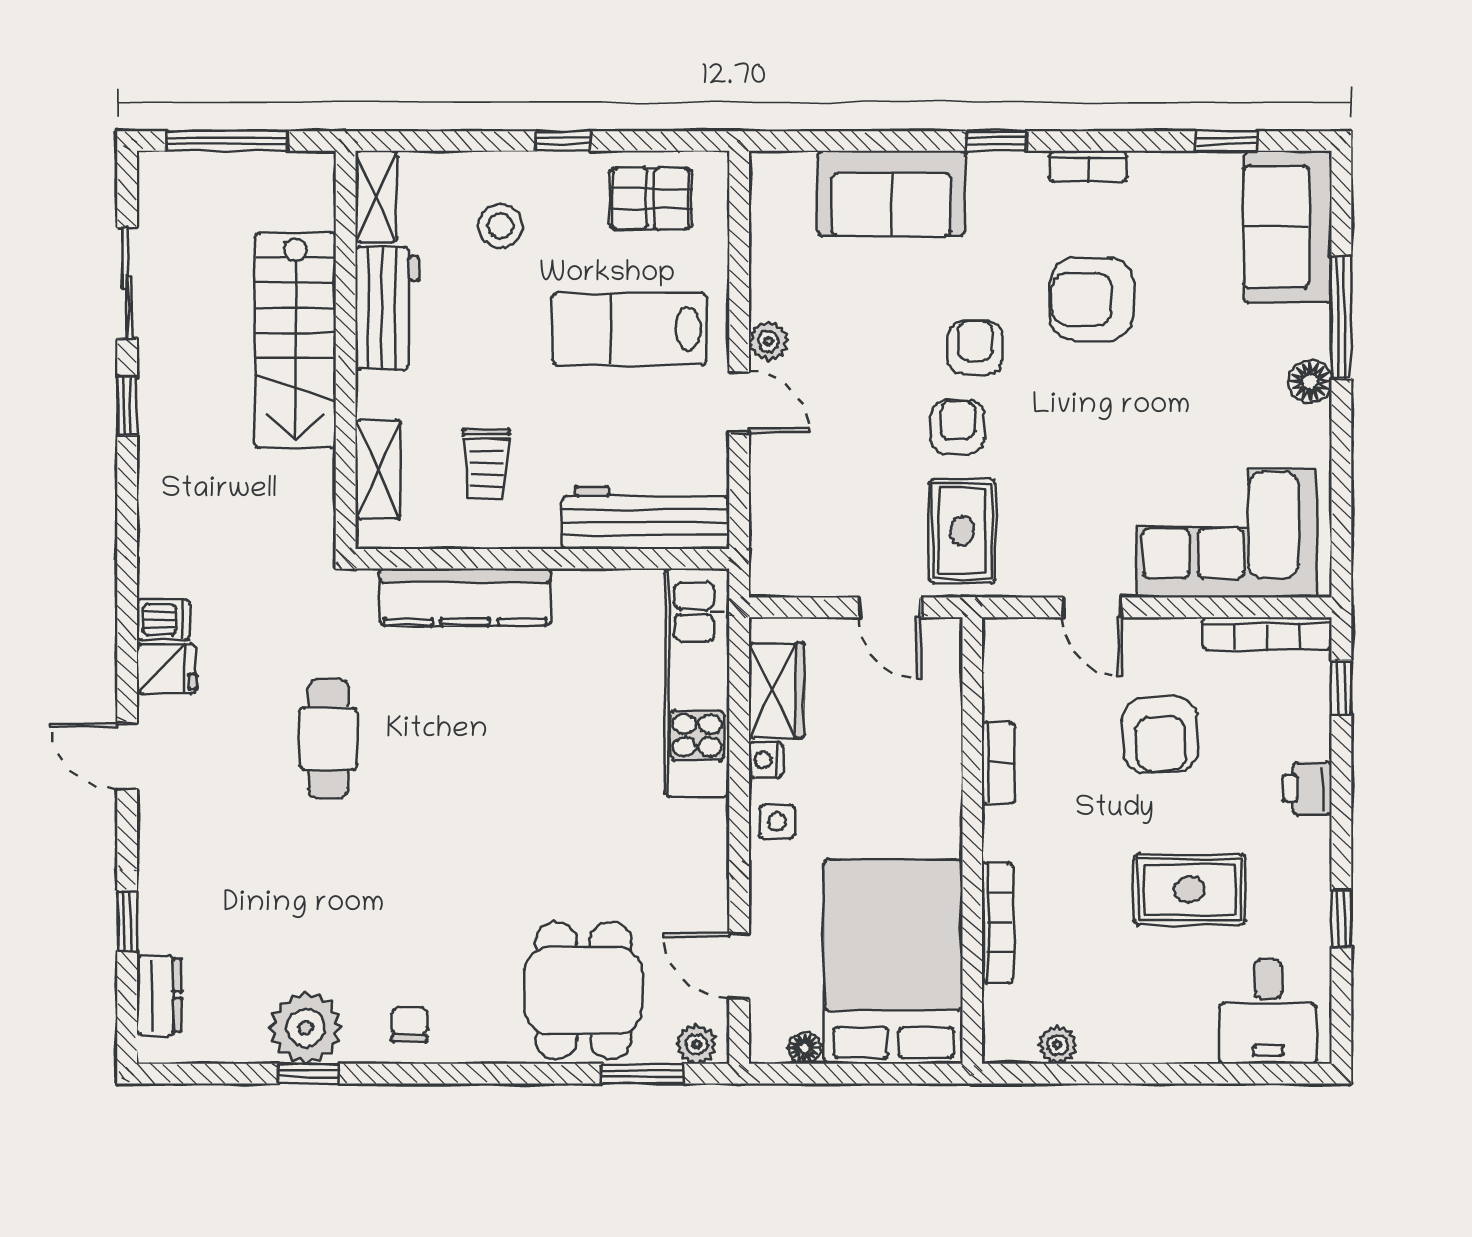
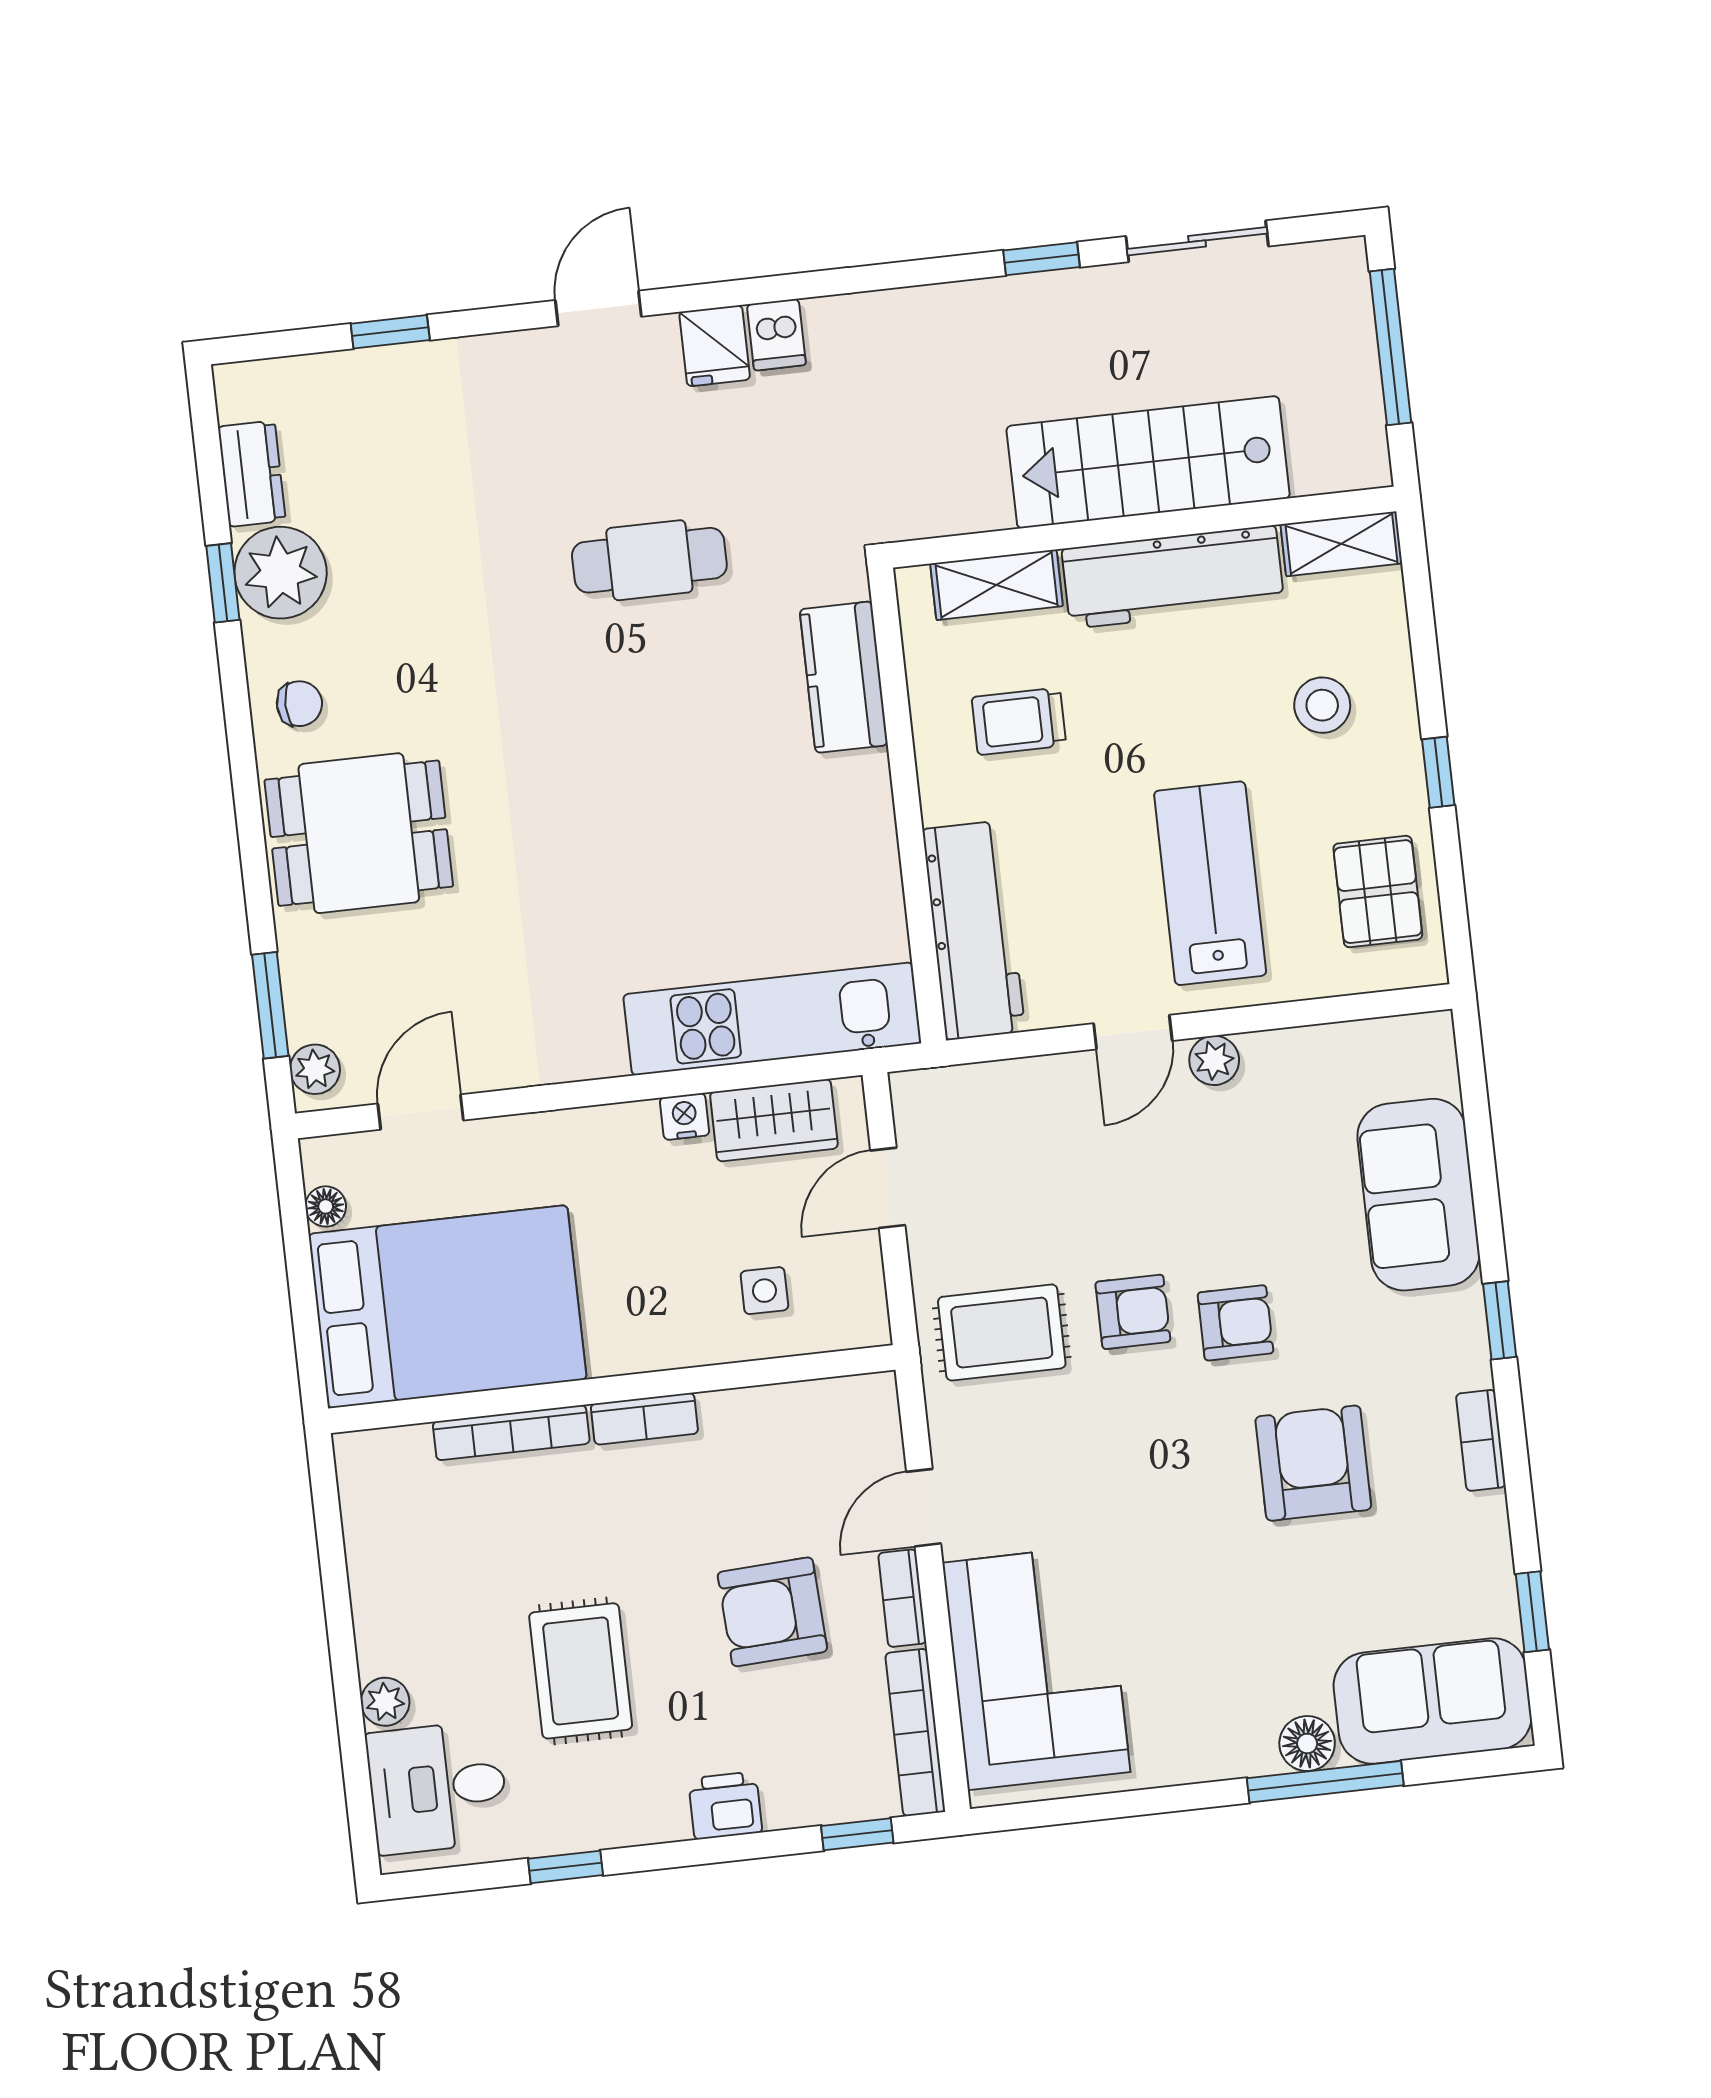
workbench: (387, 308) -> (1173, 577), width x1.38
floor lamp: (1310, 381) -> (1307, 1743), moved
kitchen counter: (465, 597) -> (844, 677), width x0.67
door: (890, 607) -> (888, 1188), moved
bookcase: (1161, 632) -> (902, 1598), added
bookcase: (998, 763) -> (644, 1419), moved
side table: (777, 822) -> (764, 1291), moved
dining table: (583, 990) -> (359, 833), moved
dresser: (159, 995) -> (252, 474), moved, turned -90
plant: (1057, 1045) -> (385, 1702), moved

